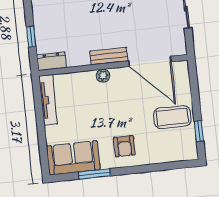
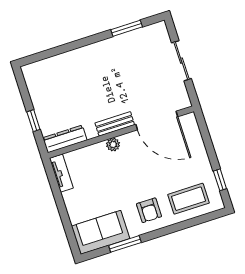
dresser: (52, 61) -> (65, 139), width x1.44
tv unit: (48, 100) -> (61, 173), width x0.71
coffee table: (172, 117) -> (189, 199), moved

